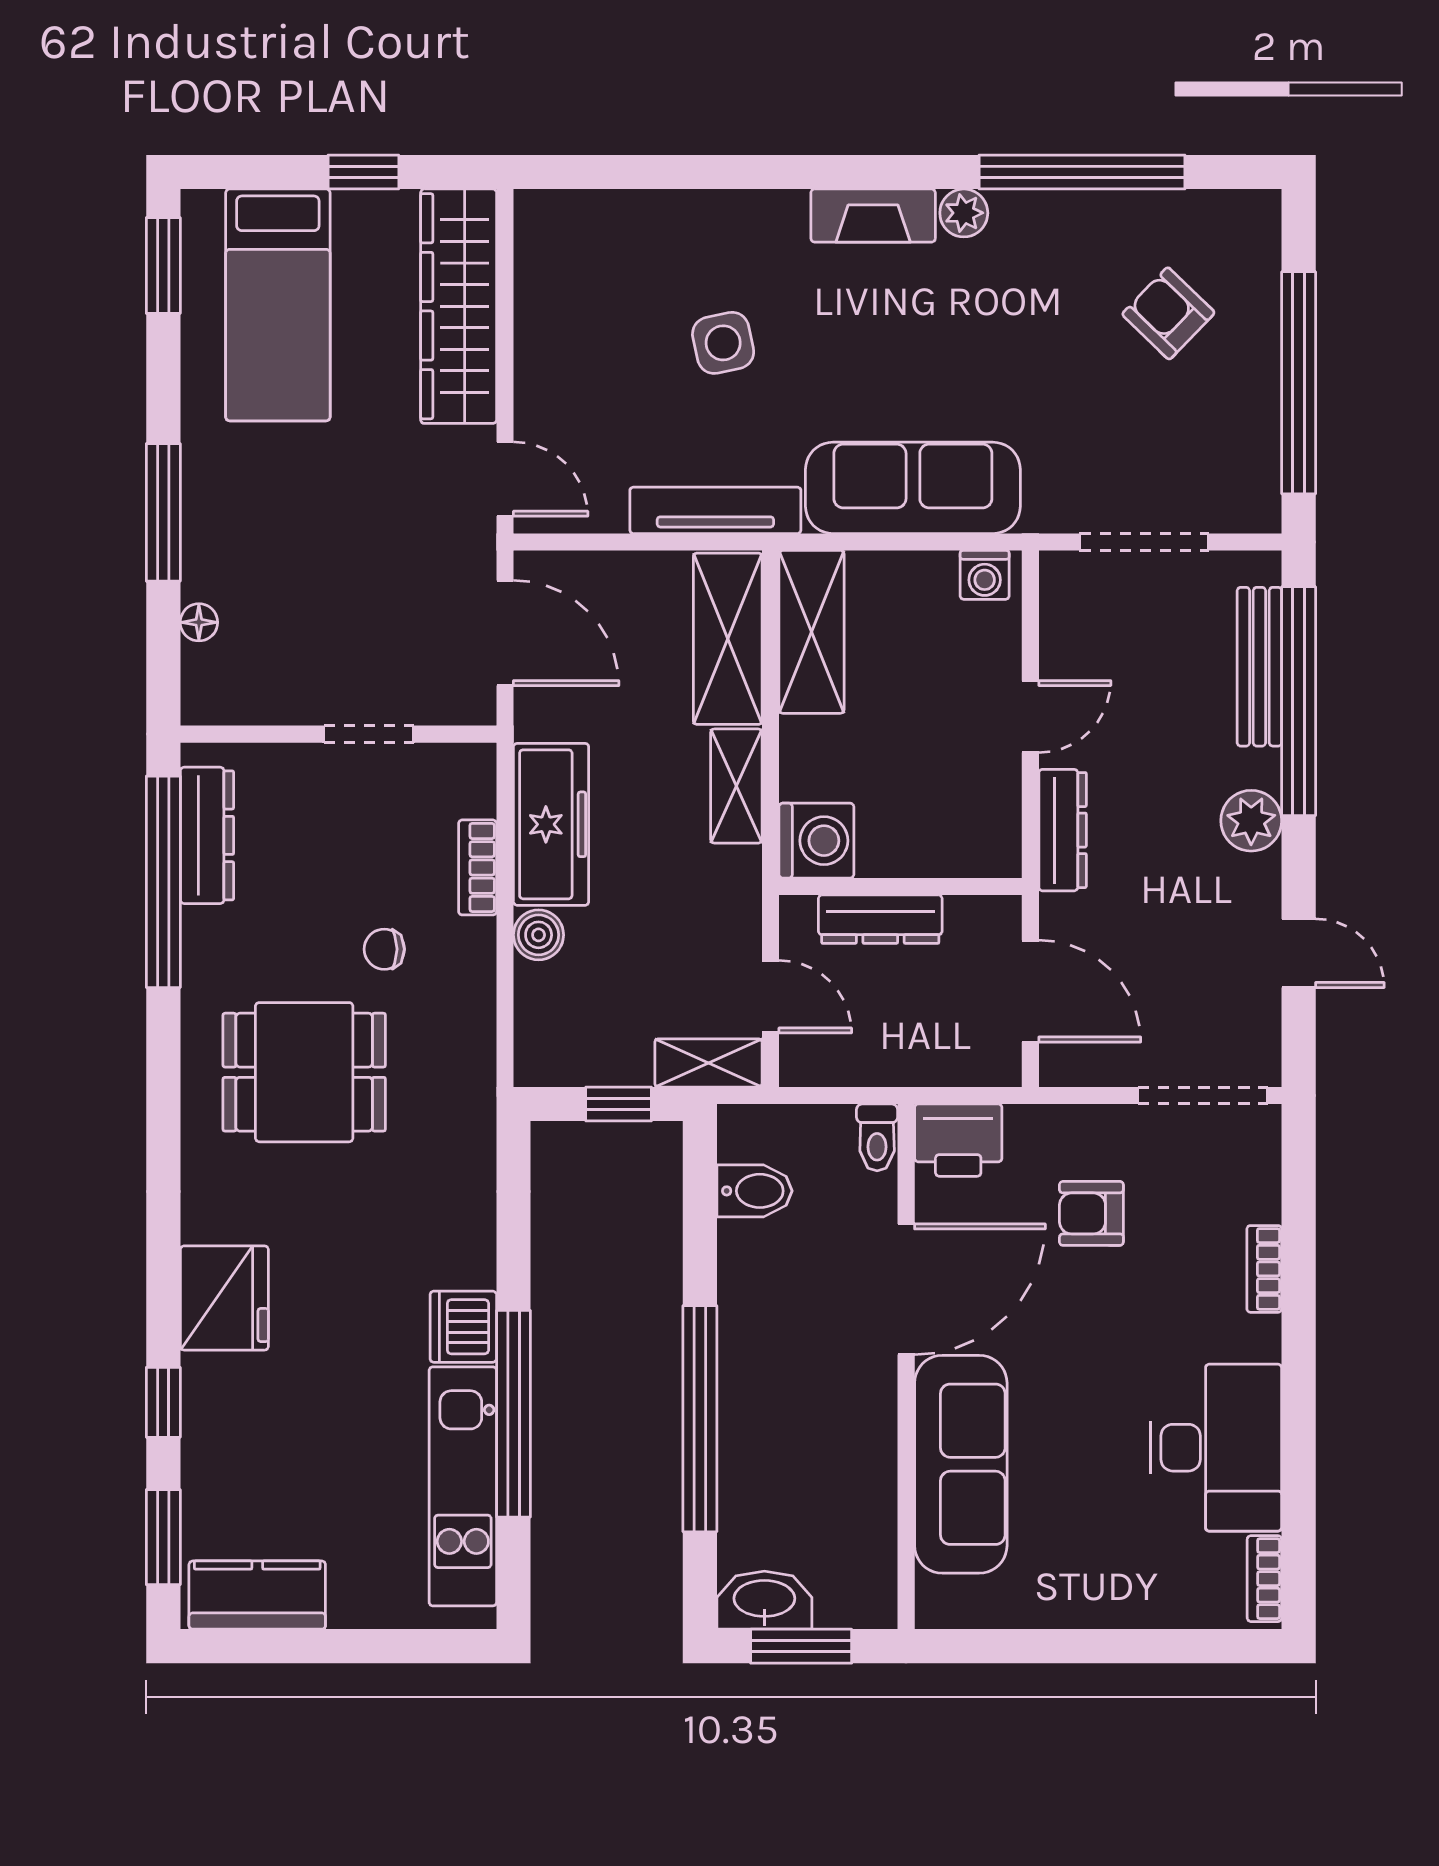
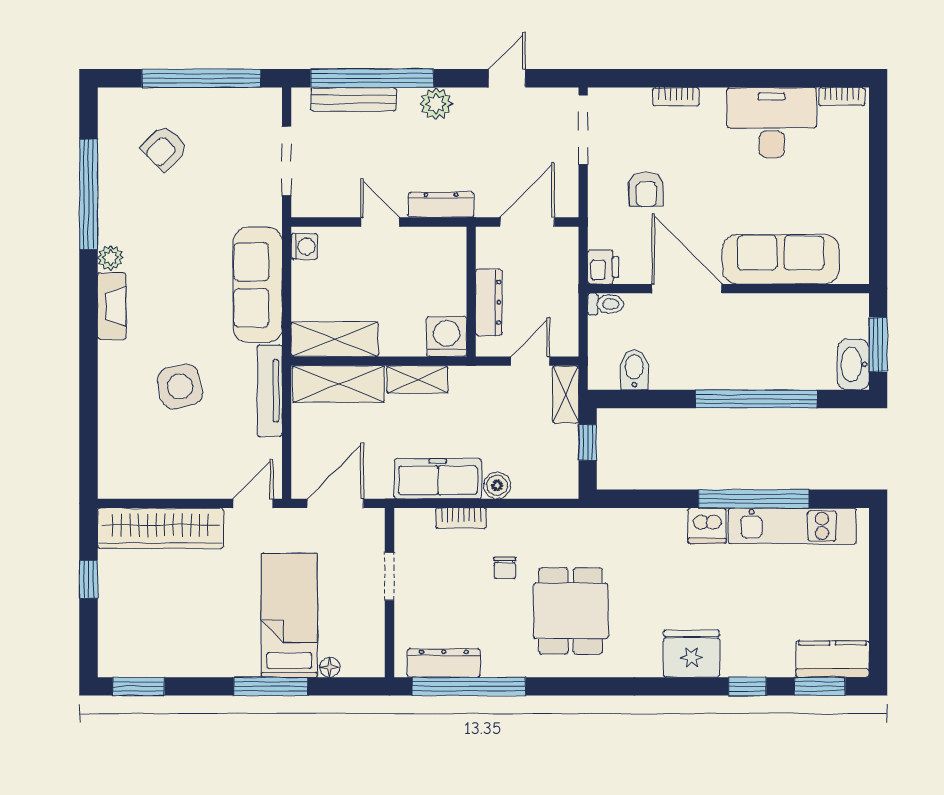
bed: (278, 305) -> (289, 615), moved, turned -90
side table: (723, 343) -> (180, 387), width x1.37, depth x1.37
printer: (958, 1140) -> (603, 267), width x0.73, depth x0.81
kitchen counter: (257, 1595) -> (832, 659), moved, turned 90

